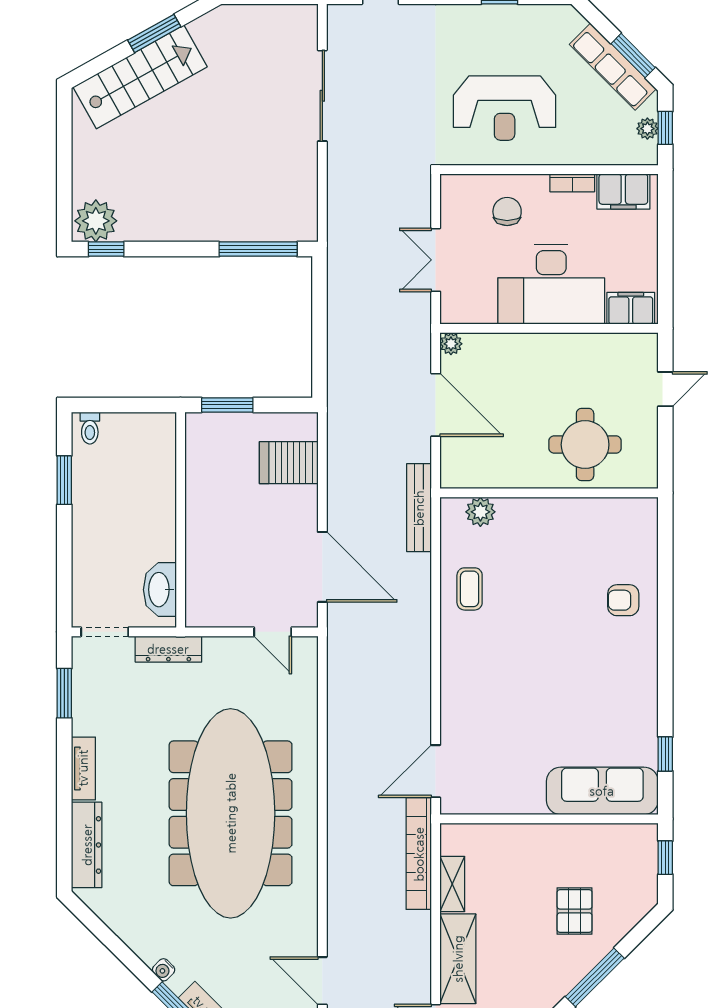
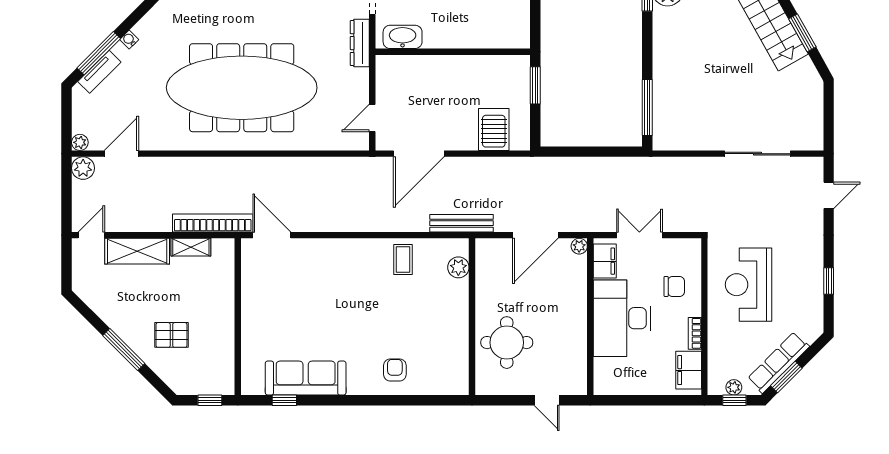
filing cabinet: (631, 308) -> (605, 261), moved
coffee table: (470, 589) -> (403, 260), turned 90
sofa: (602, 791) -> (306, 378), moved, turned -90

